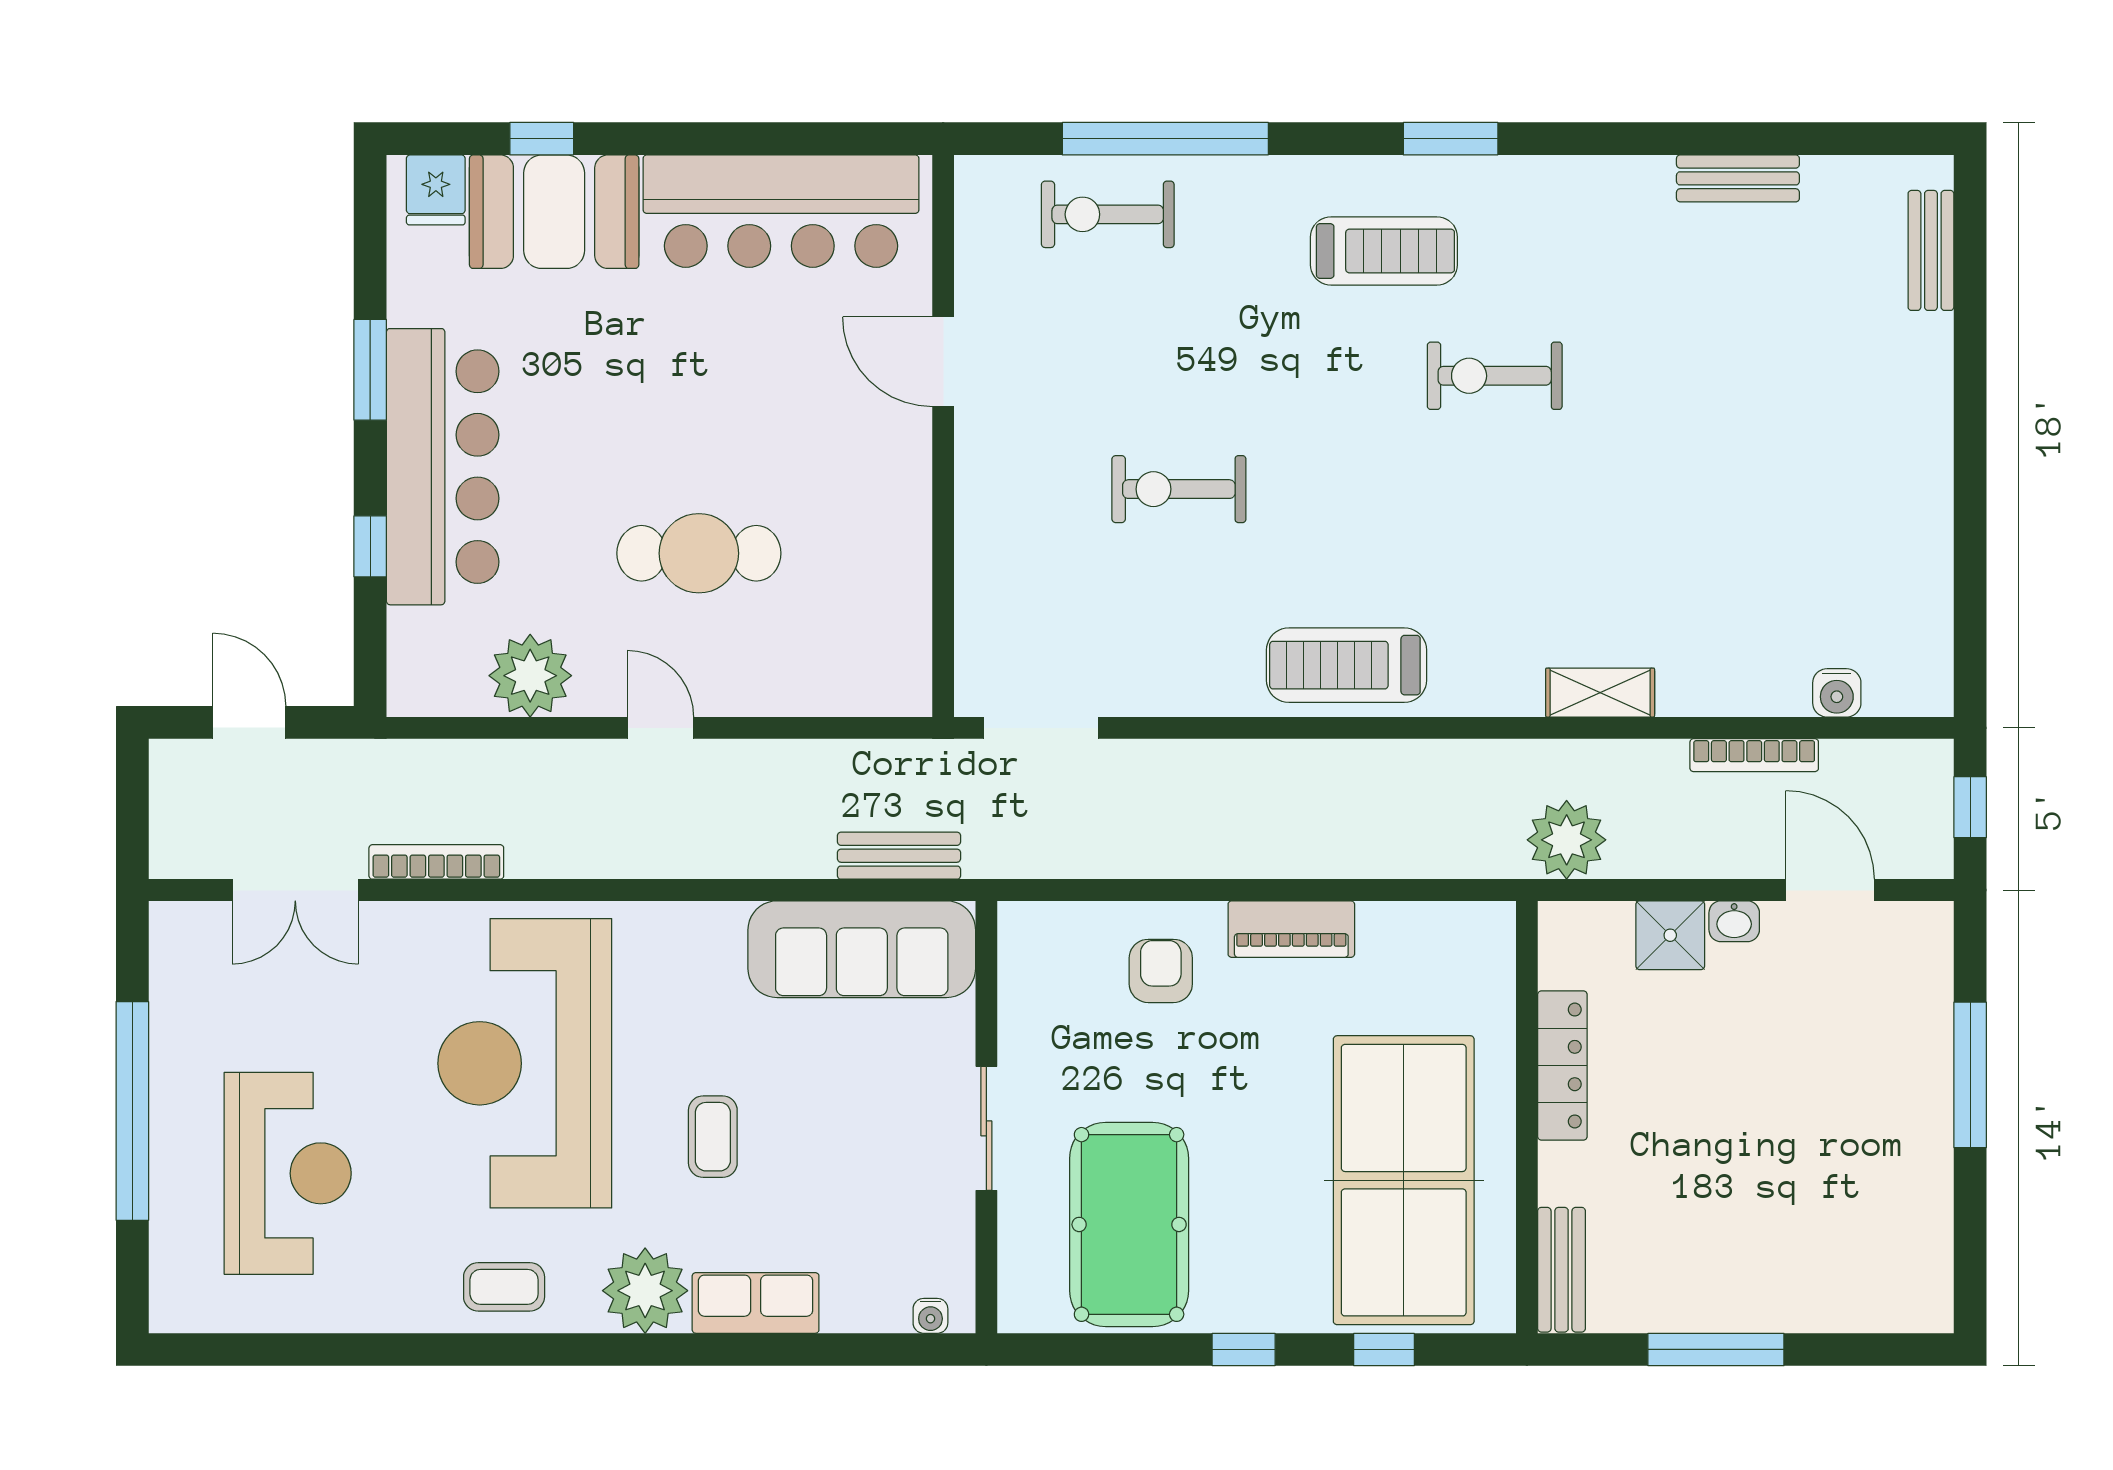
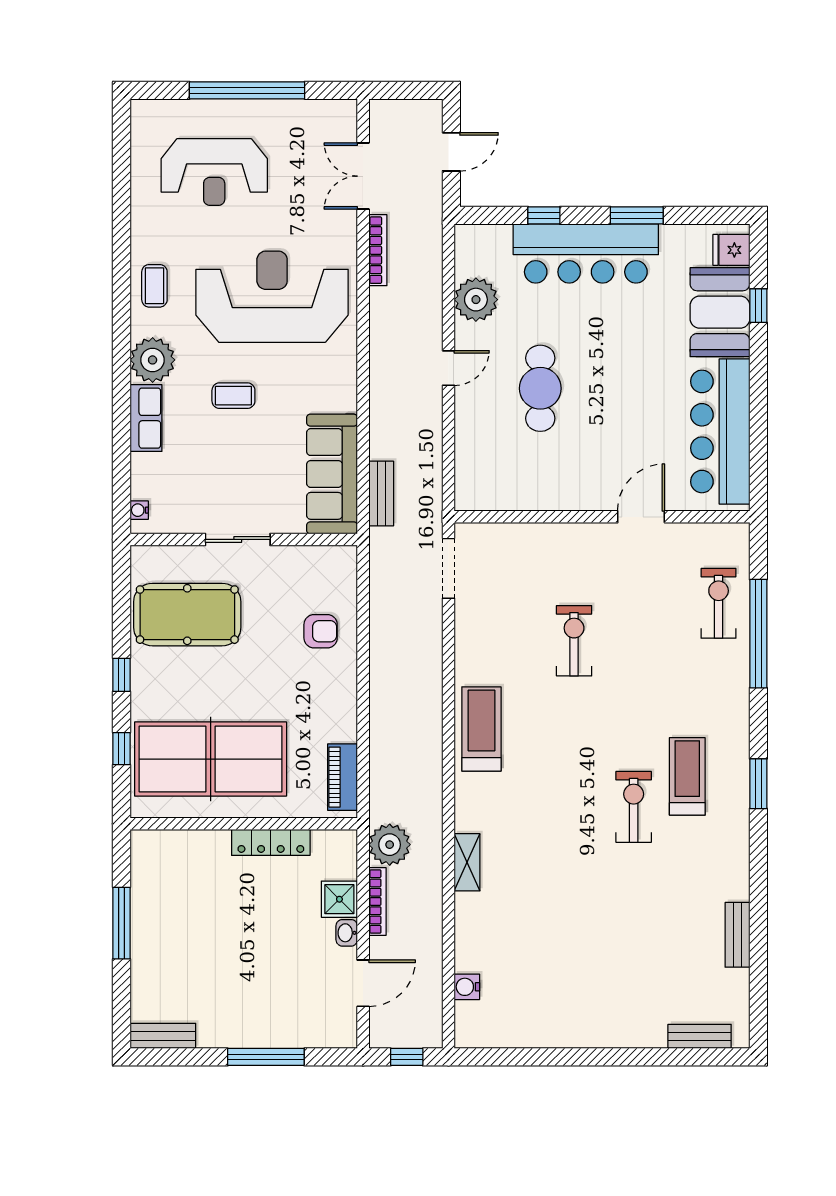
treadmill: (1384, 251) -> (687, 776), moved, turned 180
bookcase: (1754, 755) -> (378, 901), moved, turned 180
piano: (1291, 929) -> (343, 777), moved
bench: (1562, 1270) -> (163, 1036), moved

